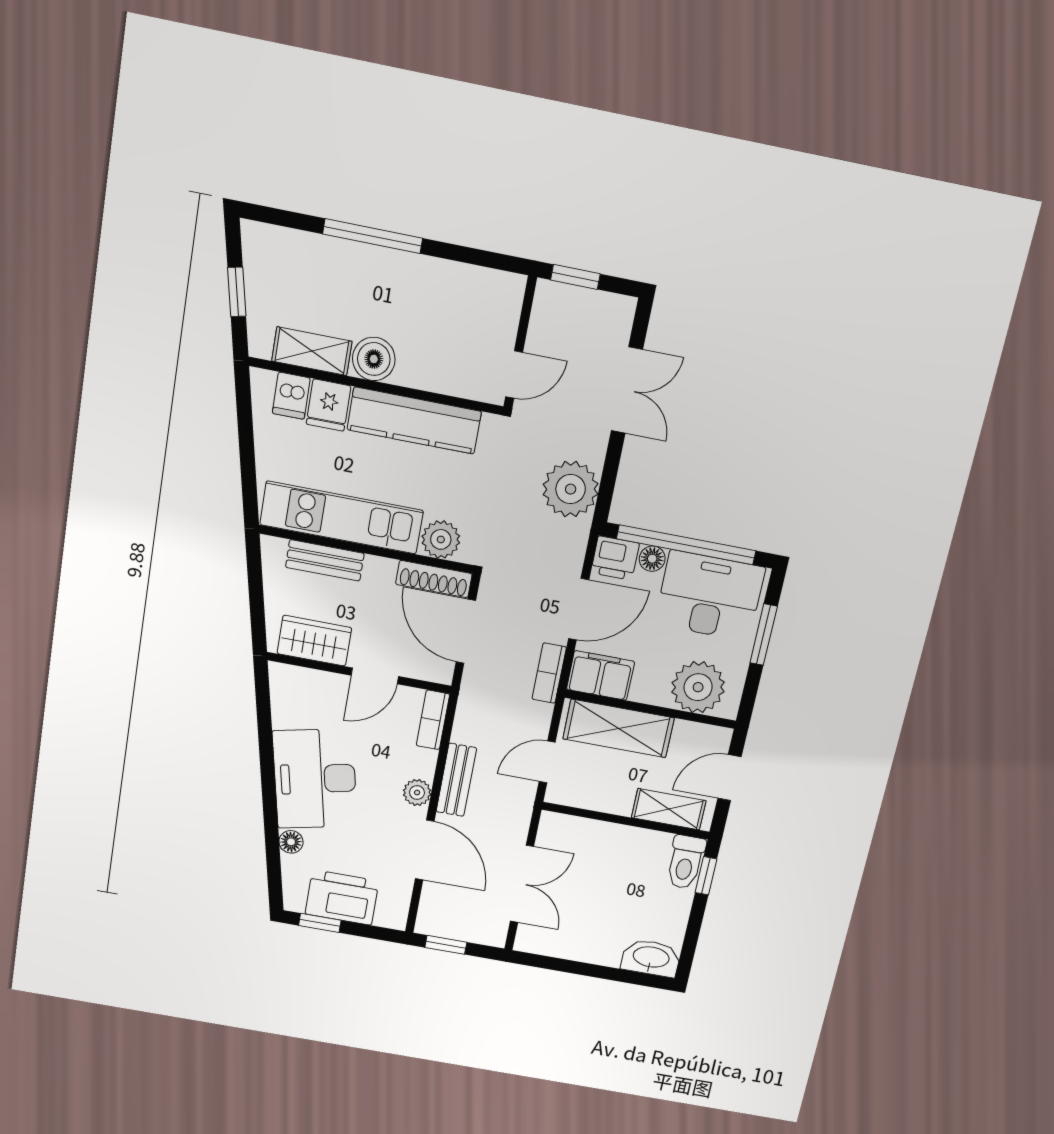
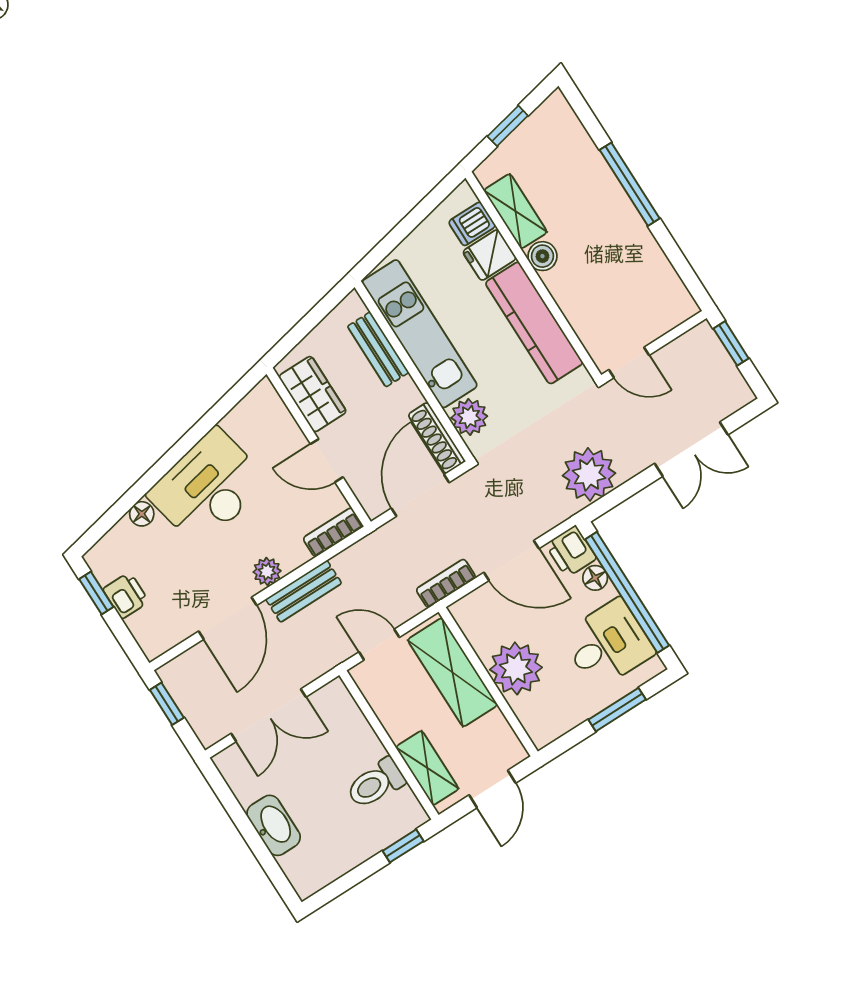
boiler: (374, 359) -> (542, 256), width x0.73, depth x0.73
desk: (710, 596) -> (608, 644), width x0.73
filing cabinet: (600, 675) -> (479, 622), removed
plant: (698, 687) -> (516, 668), moved
door: (729, 778) -> (492, 789), swing flipped
toilet: (685, 862) -> (376, 783), moved
printer: (342, 897) -> (126, 595), width x0.53, depth x0.68
washbasin: (651, 958) -> (274, 825), moved

